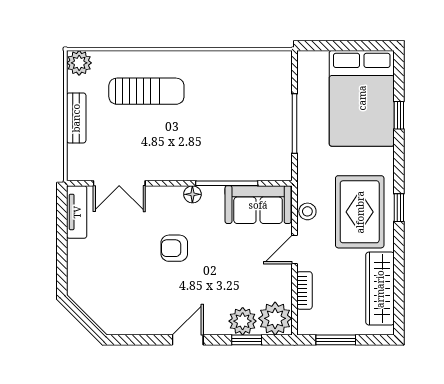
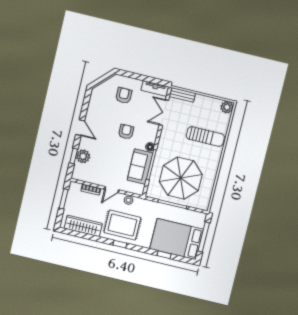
window: (345, 46) -> (204, 237), added
sun lounger: (146, 91) -> (205, 137), turned -90
bench: (76, 118) -> (182, 95), moved
parasol: (239, 119) -> (181, 178), added
sofa: (258, 205) -> (140, 167), moved
door: (294, 249) -> (112, 190), swing flipped
armchair: (105, 270) -> (124, 95), added
plant: (275, 318) -> (81, 172), removed

